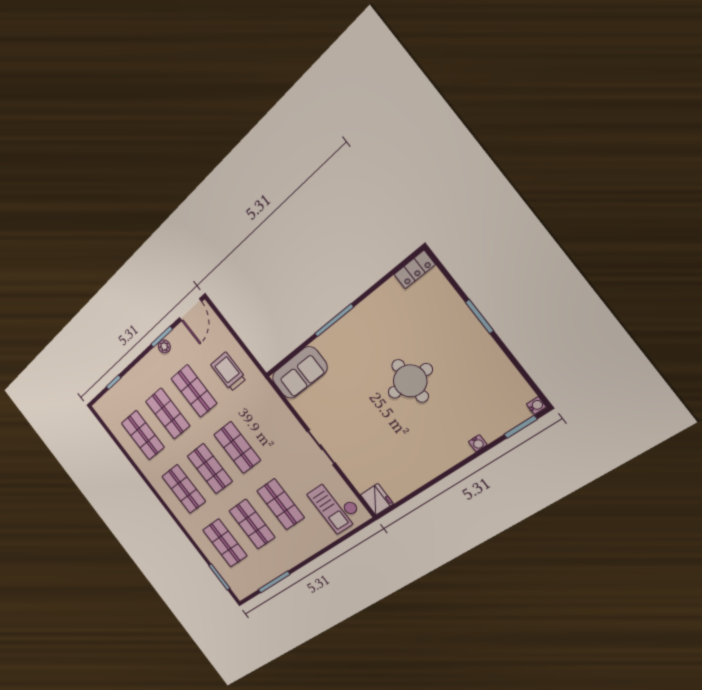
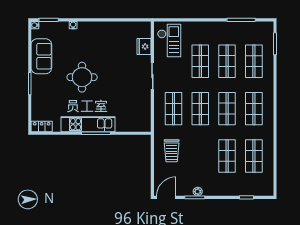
kitchen unit: (353, 324) -> (88, 124), added
sofa: (300, 373) -> (41, 56), moved, turned 90
shop shelf: (194, 391) -> (174, 109), moved
fridge: (377, 499) -> (144, 46), moved

